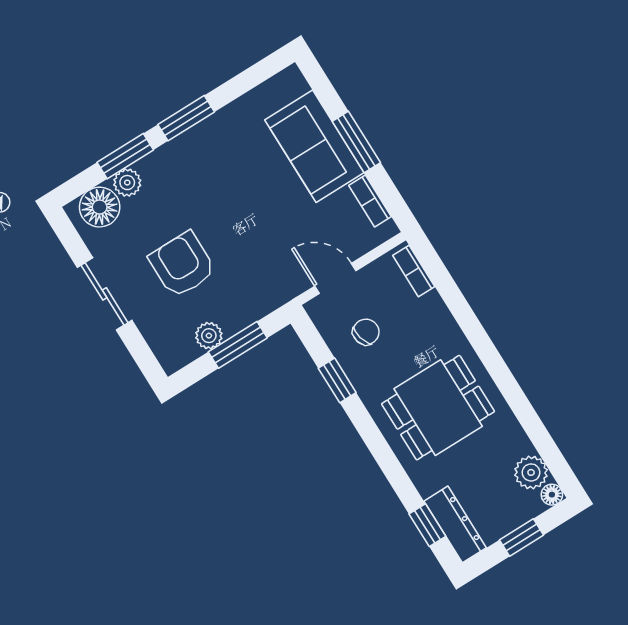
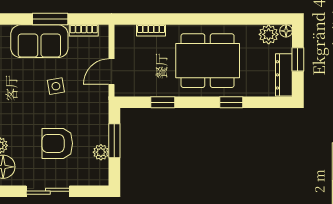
side table: (264, 211) -> (56, 86), added
bookcase: (414, 271) -> (151, 30), moved
chair: (366, 332) -> (148, 73), removed
dining table: (438, 408) -> (208, 61), width x1.38
dresser: (455, 524) -> (284, 75), moved, turned -90
window: (427, 525) -> (231, 102), moved

